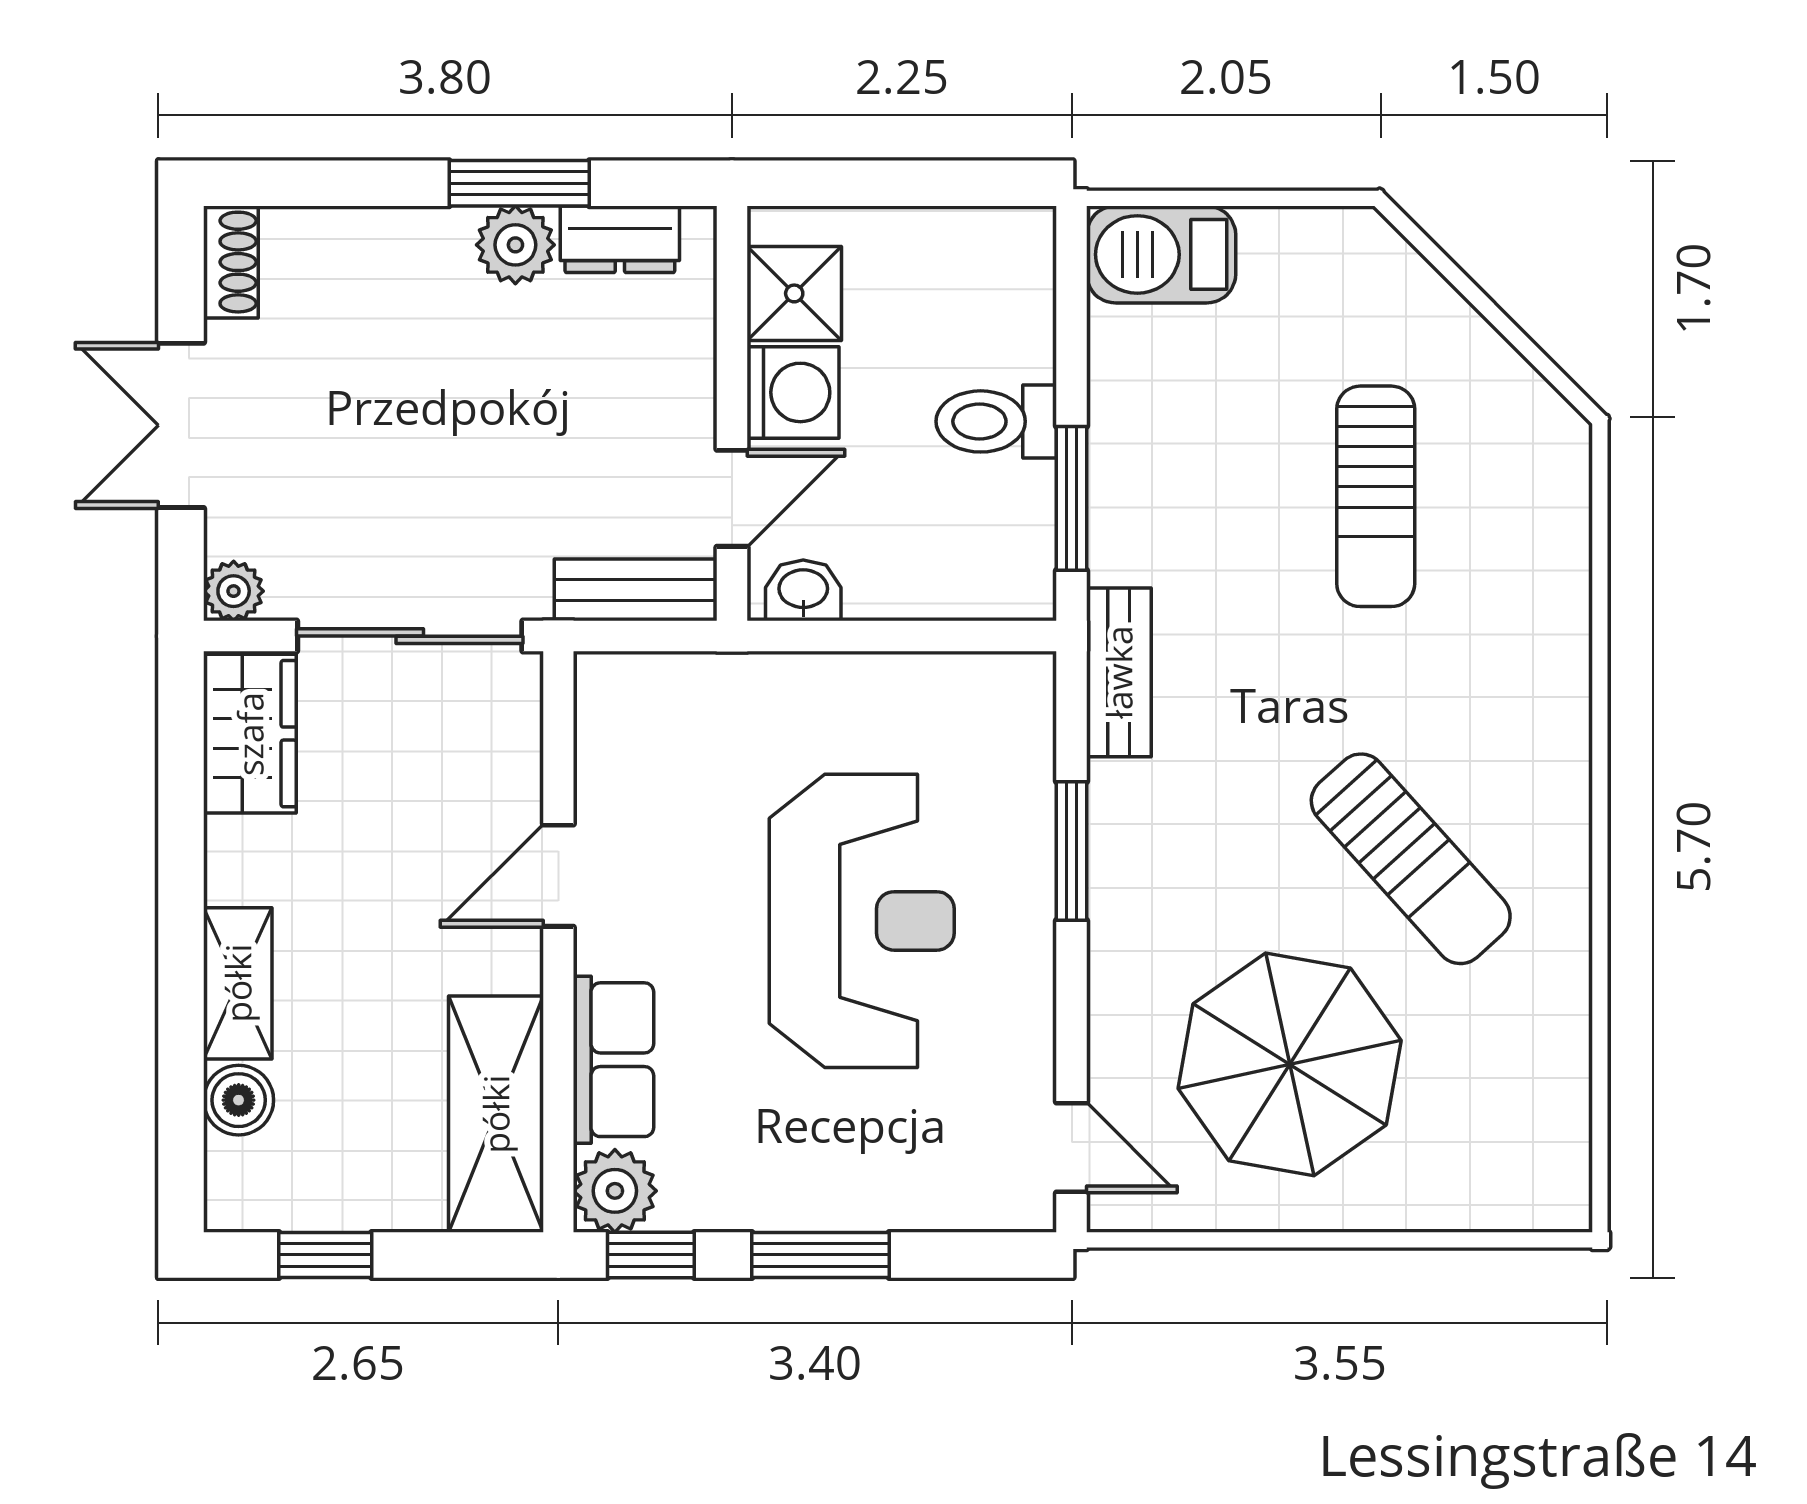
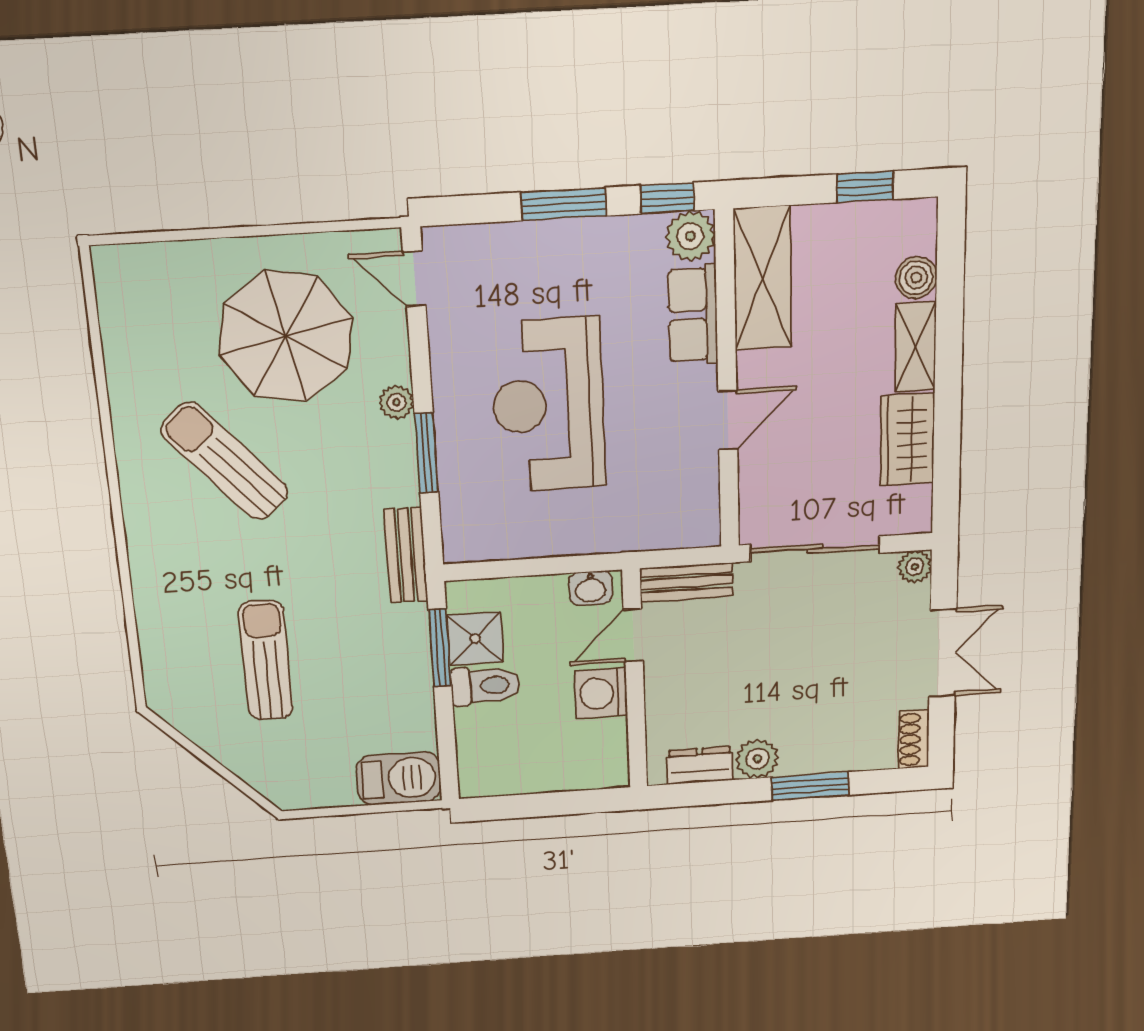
window: (519, 183) -> (810, 786), moved
shower: (794, 293) -> (475, 639), moved
wardrobe: (250, 734) -> (907, 440), moved
plant: (1116, 942) -> (396, 402), added

